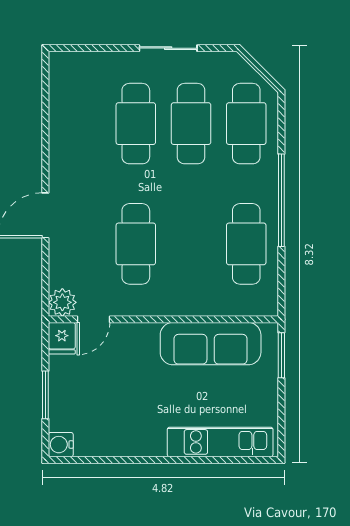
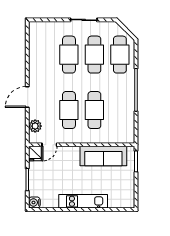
cafe table: (246, 244) -> (94, 110), moved
plant: (62, 302) -> (35, 126), moved
kitchen unit: (220, 442) -> (83, 201), moved

